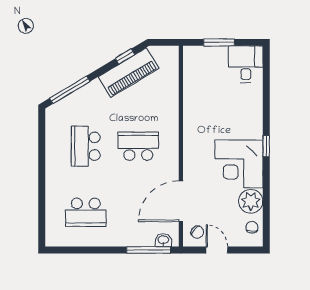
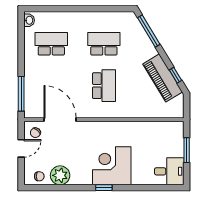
corner desk: (239, 164) -> (112, 166), moved
school desk: (86, 212) -> (51, 44), turned 90
washbasin: (163, 240) -> (29, 20), moved

